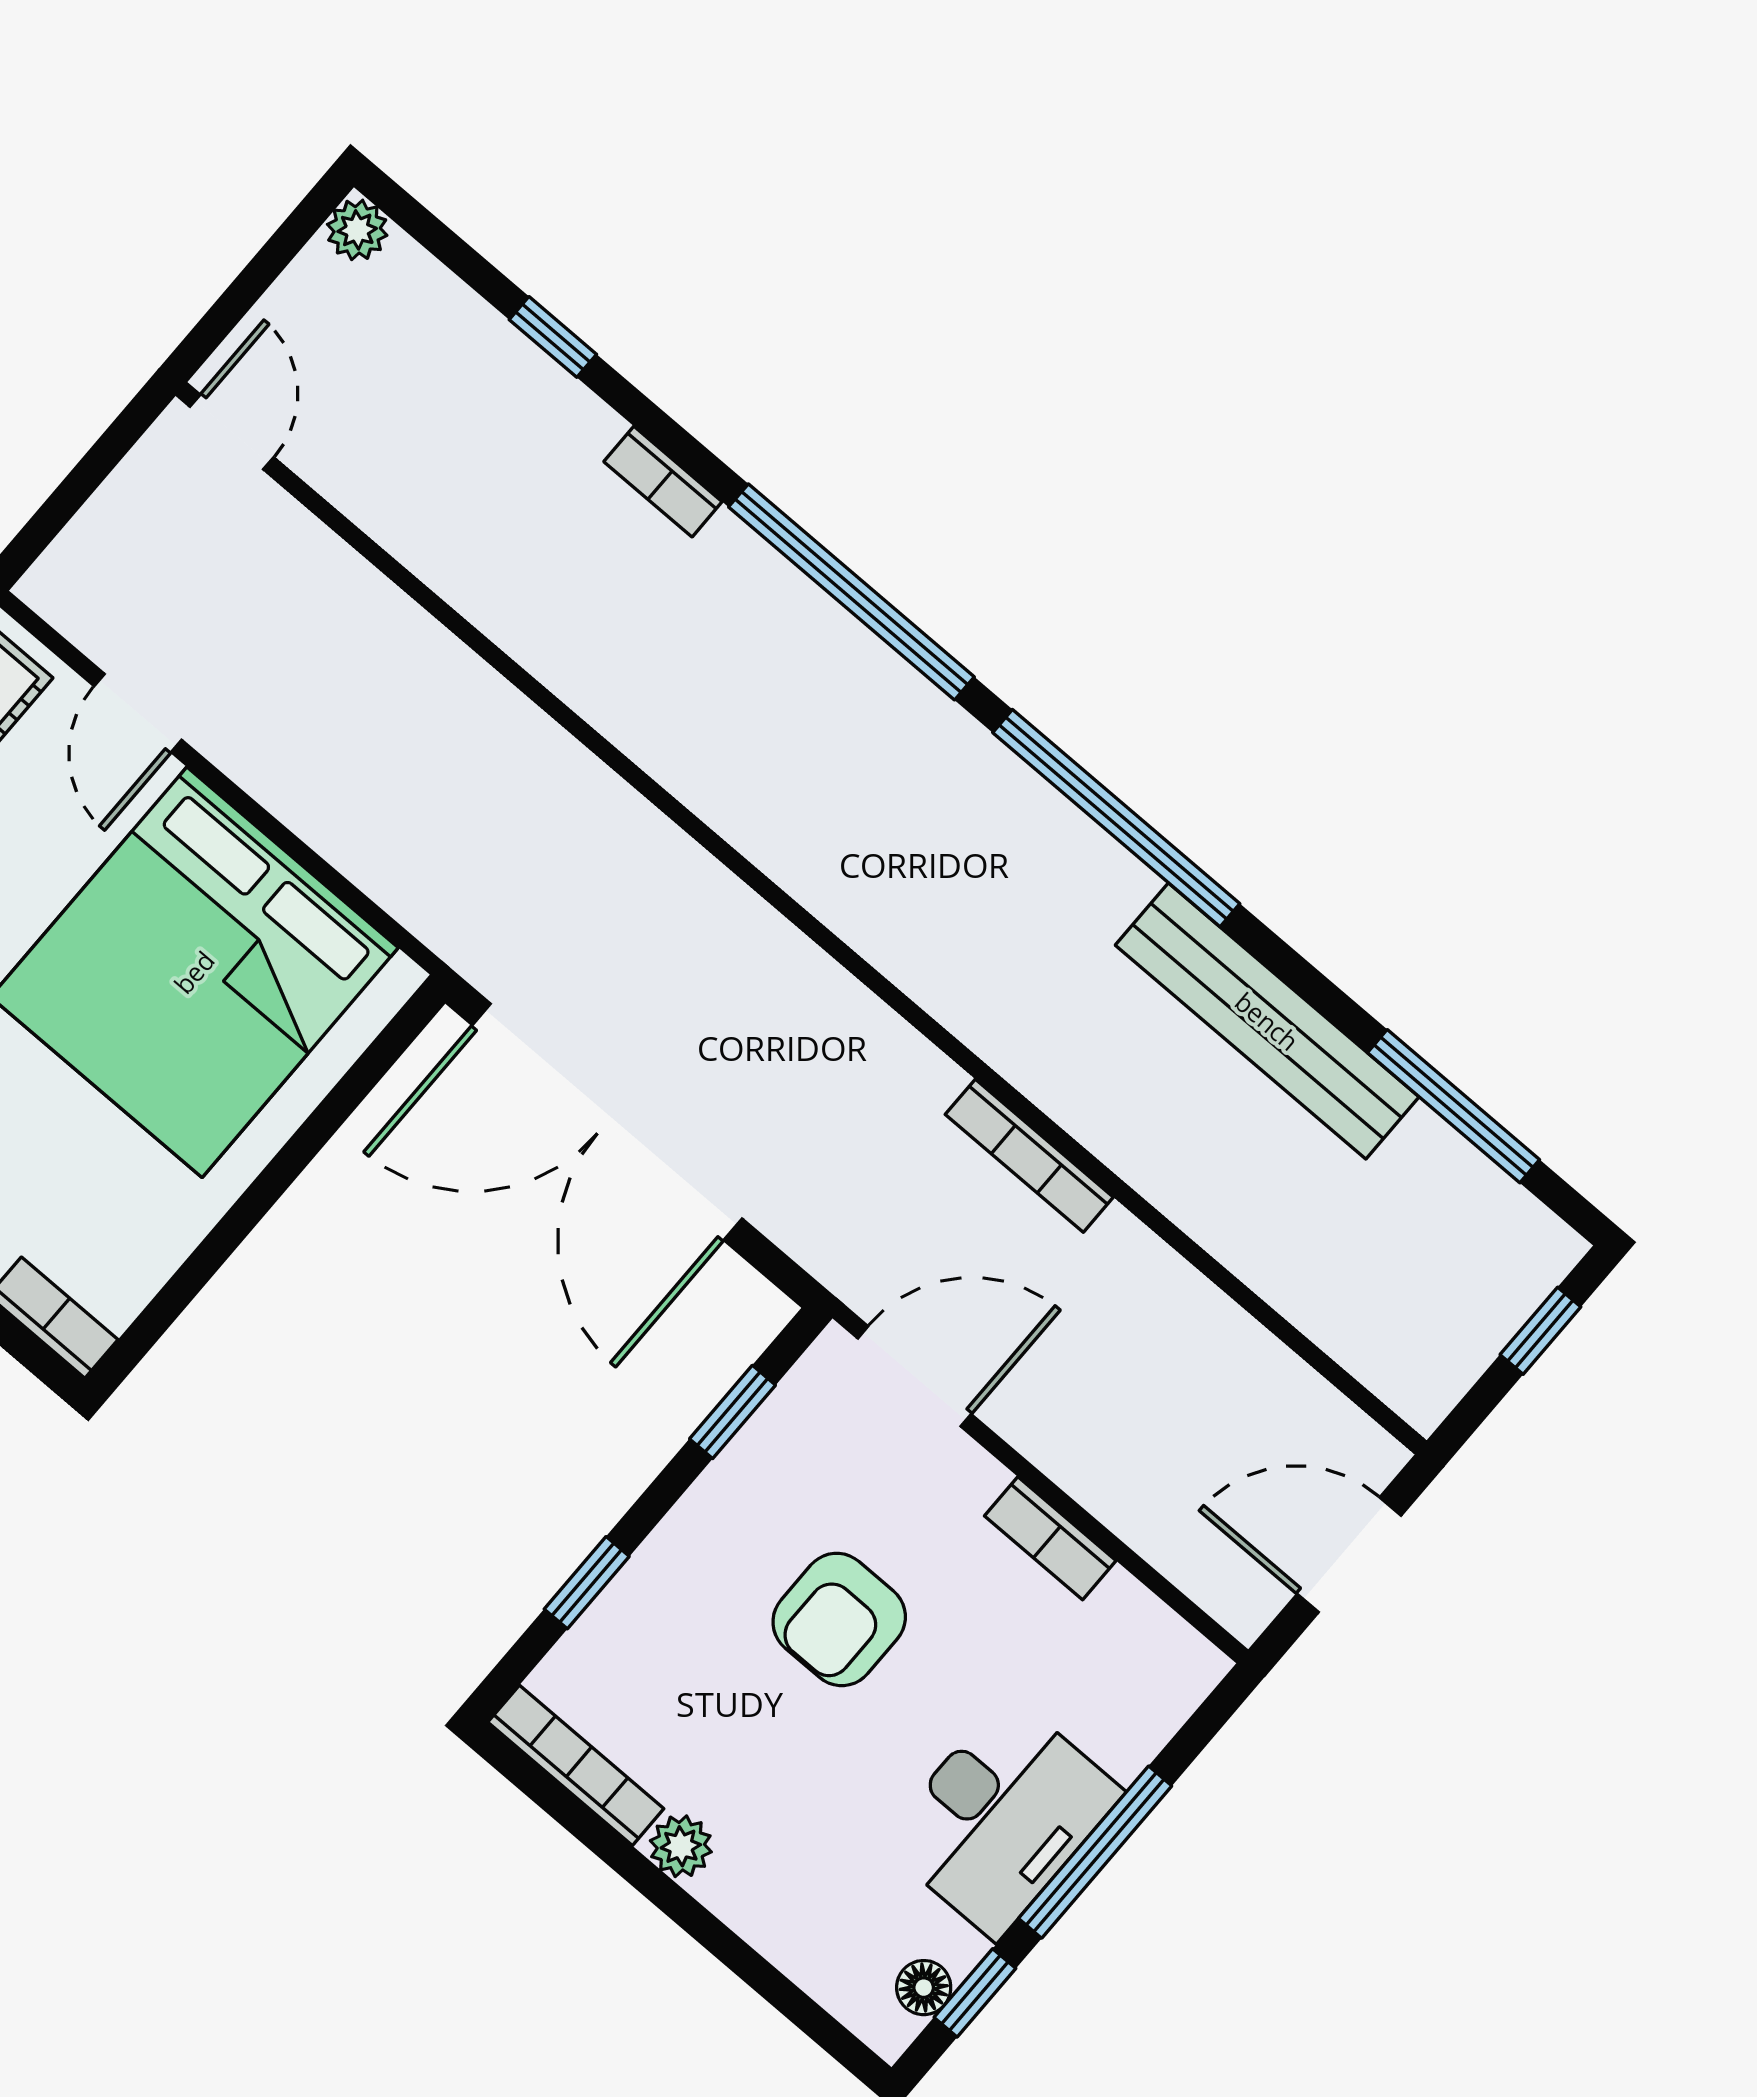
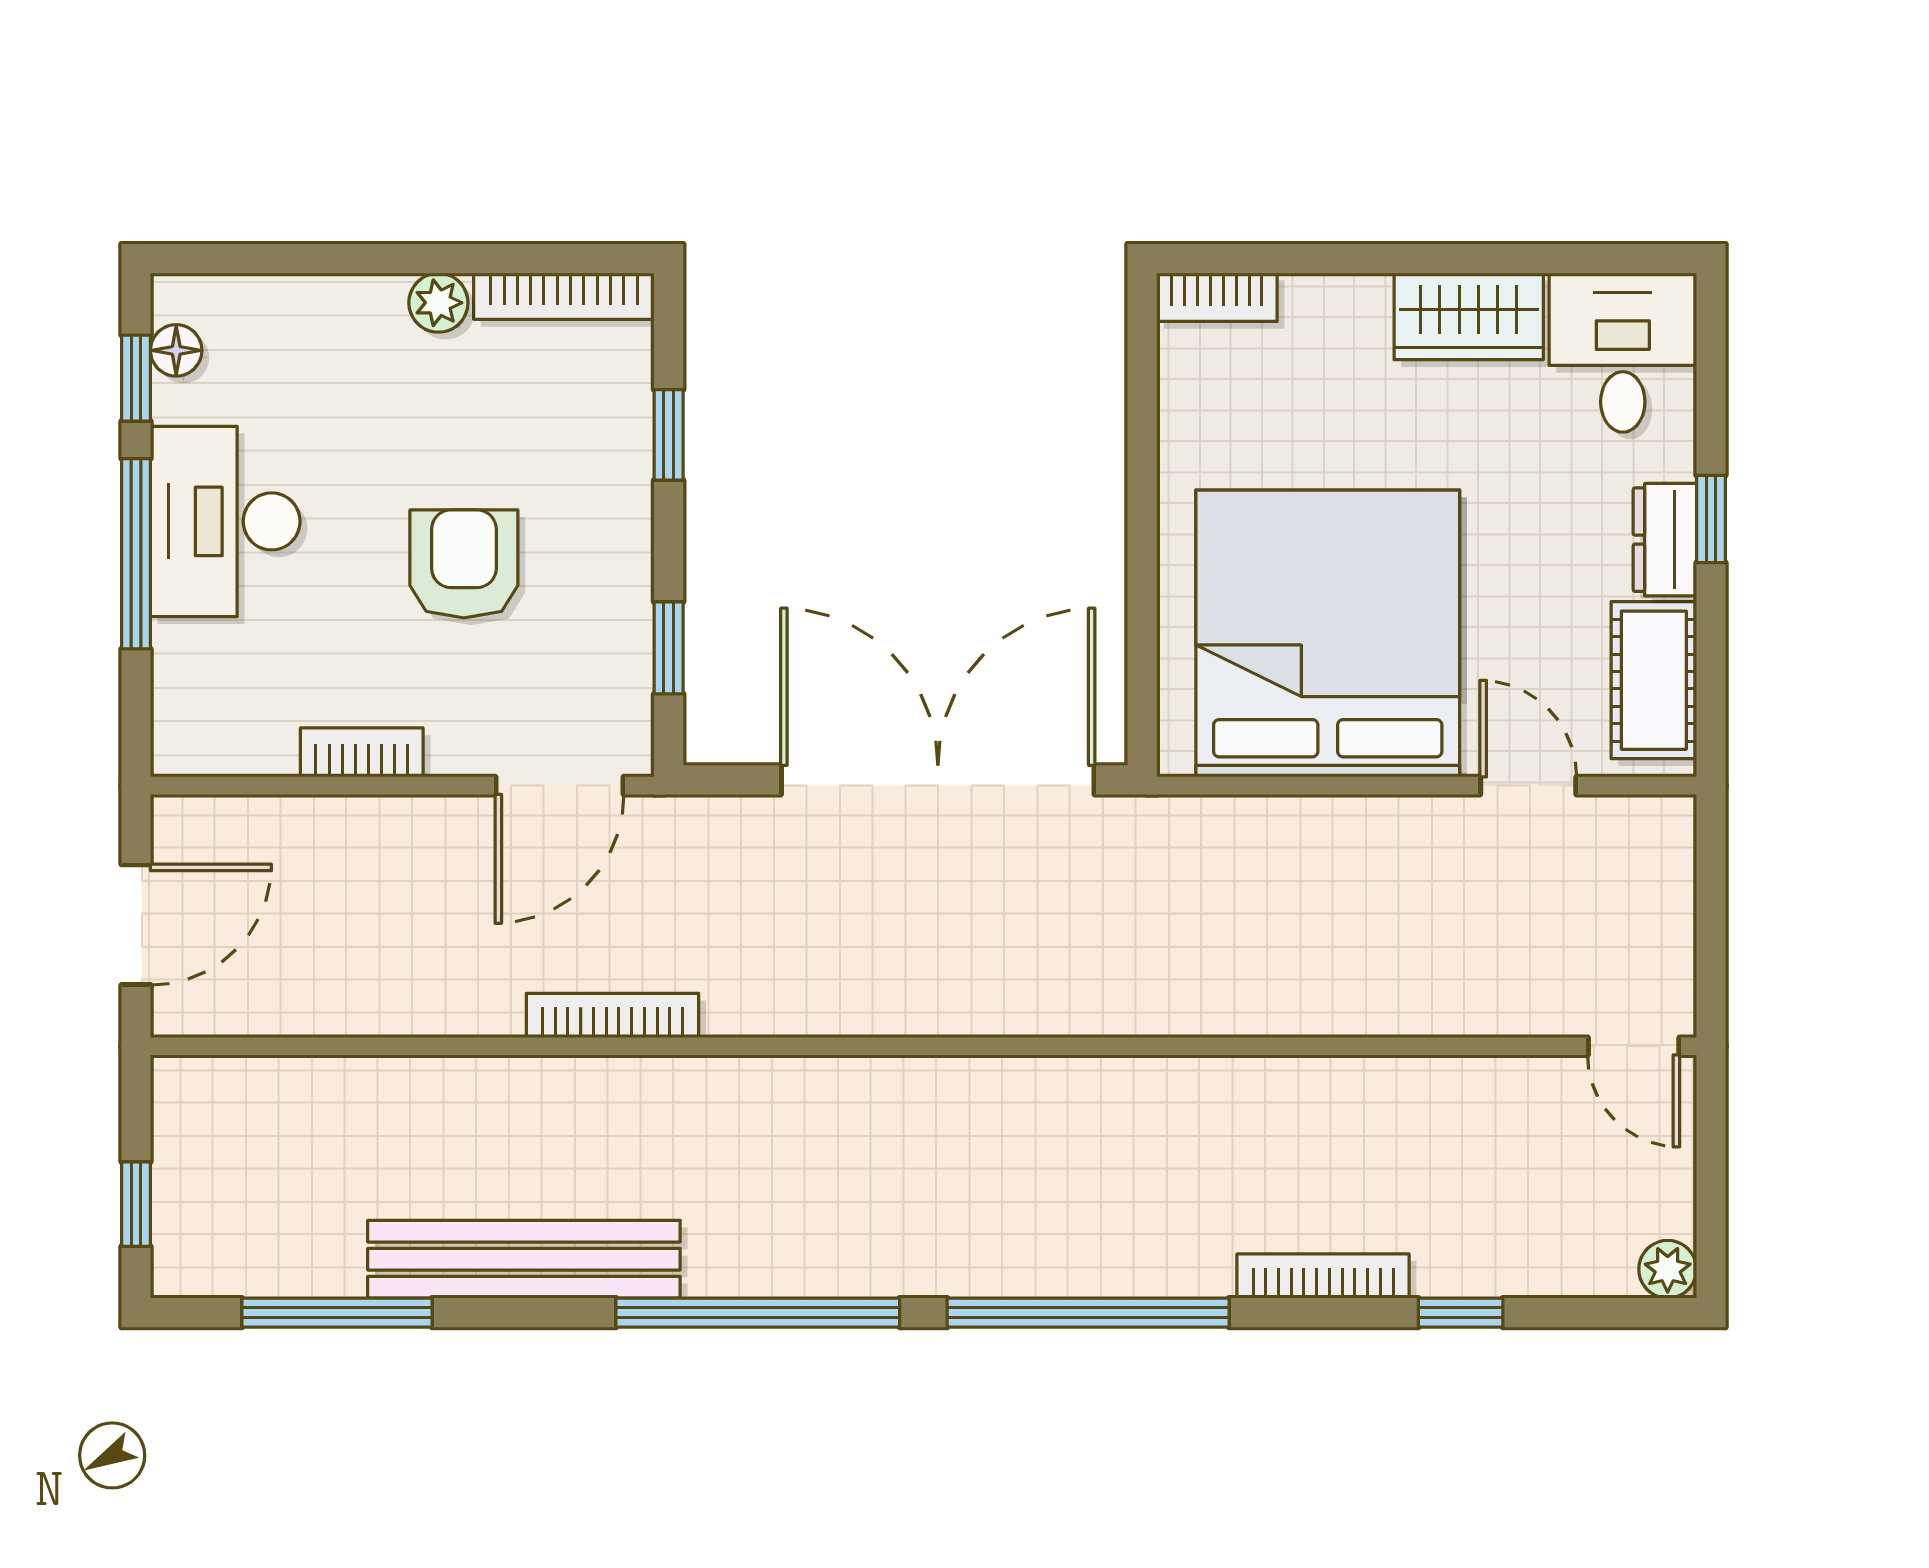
bookcase: (663, 482) -> (1323, 1276), width x1.56

